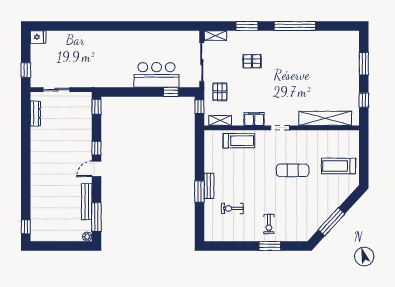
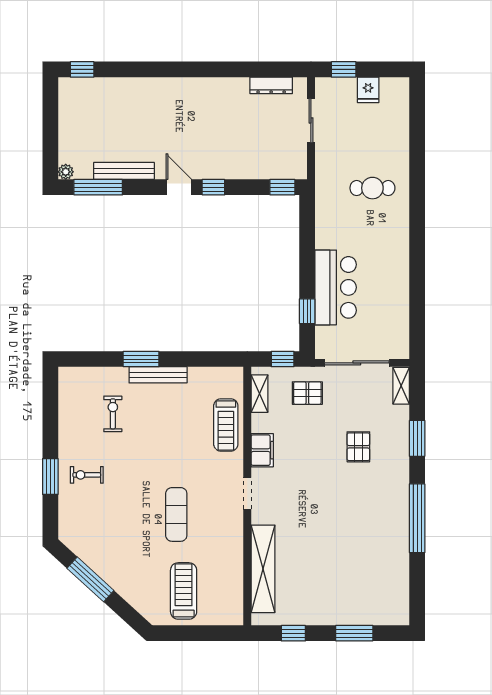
fridge: (38, 37) -> (368, 90), moved
cafe table: (97, 53) -> (372, 188), added
bench: (209, 186) -> (158, 375), width x1.36

